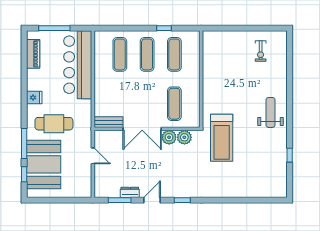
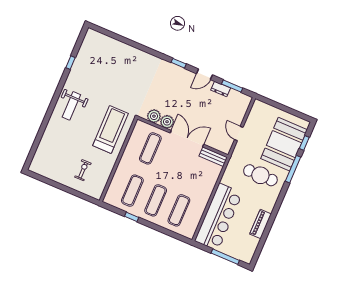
exercise bike: (261, 51) -> (83, 170), moved
piano: (33, 54) -> (261, 224), moved
fridge: (34, 97) -> (268, 205), removed
treadmill: (222, 138) -> (110, 130), moved

